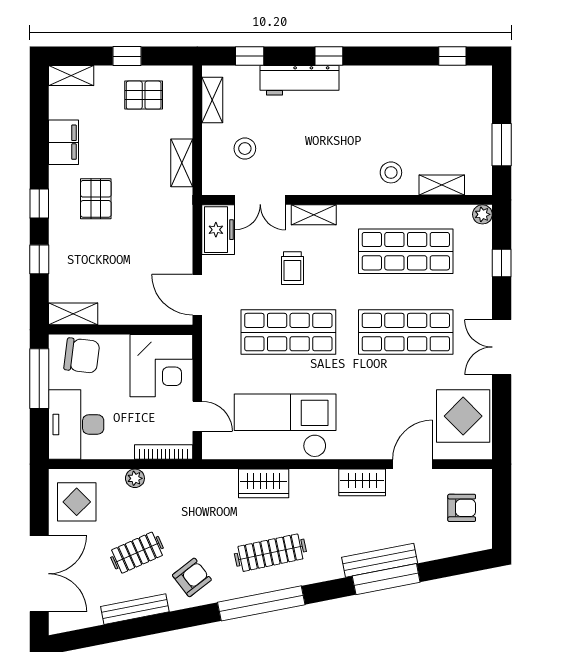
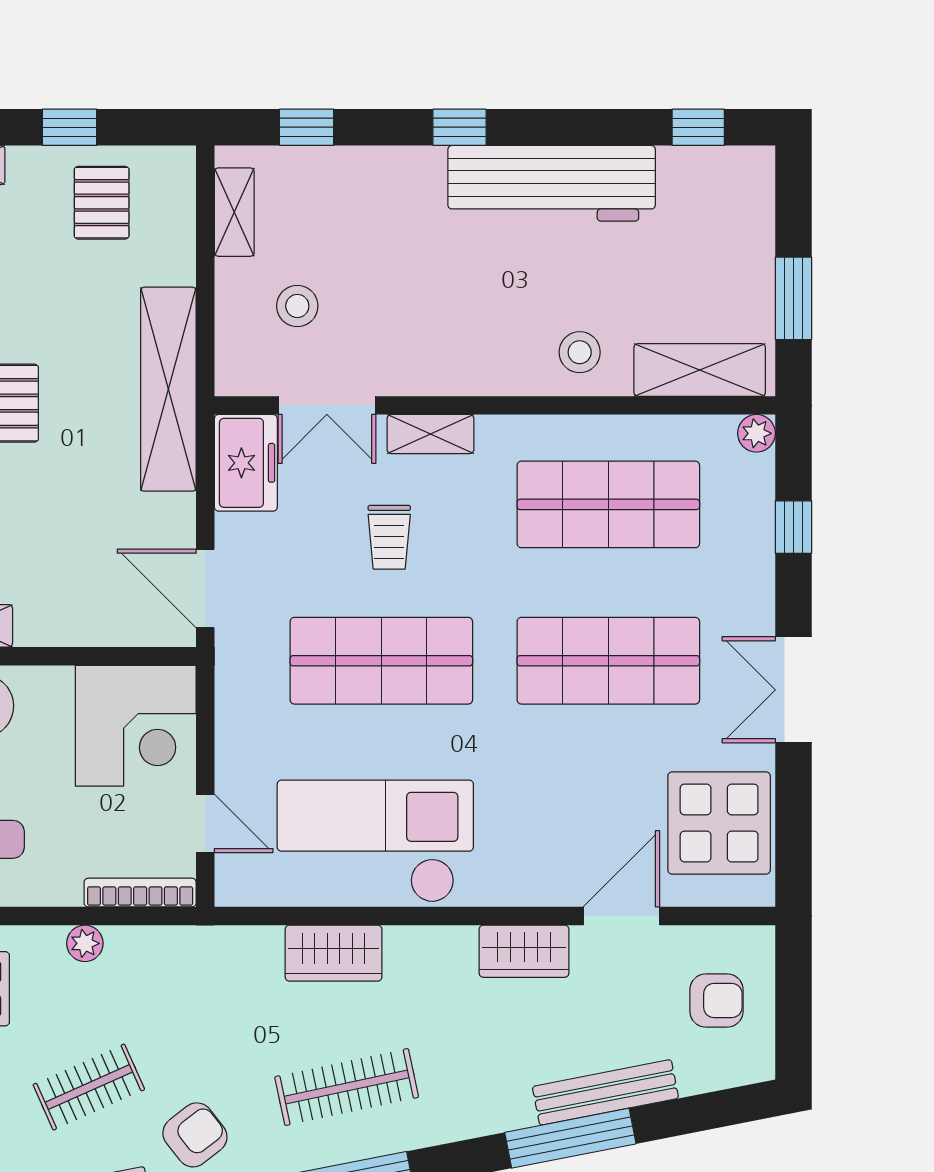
workbench: (300, 80) -> (552, 183), moved, width x1.36, depth x1.32
pallet: (144, 95) -> (102, 203), turned 90
shelving: (182, 163) -> (168, 389), width x2.20, depth x1.33
shelving: (442, 185) -> (700, 370), width x1.50, depth x1.33
bench: (380, 560) -> (605, 1092), moved

